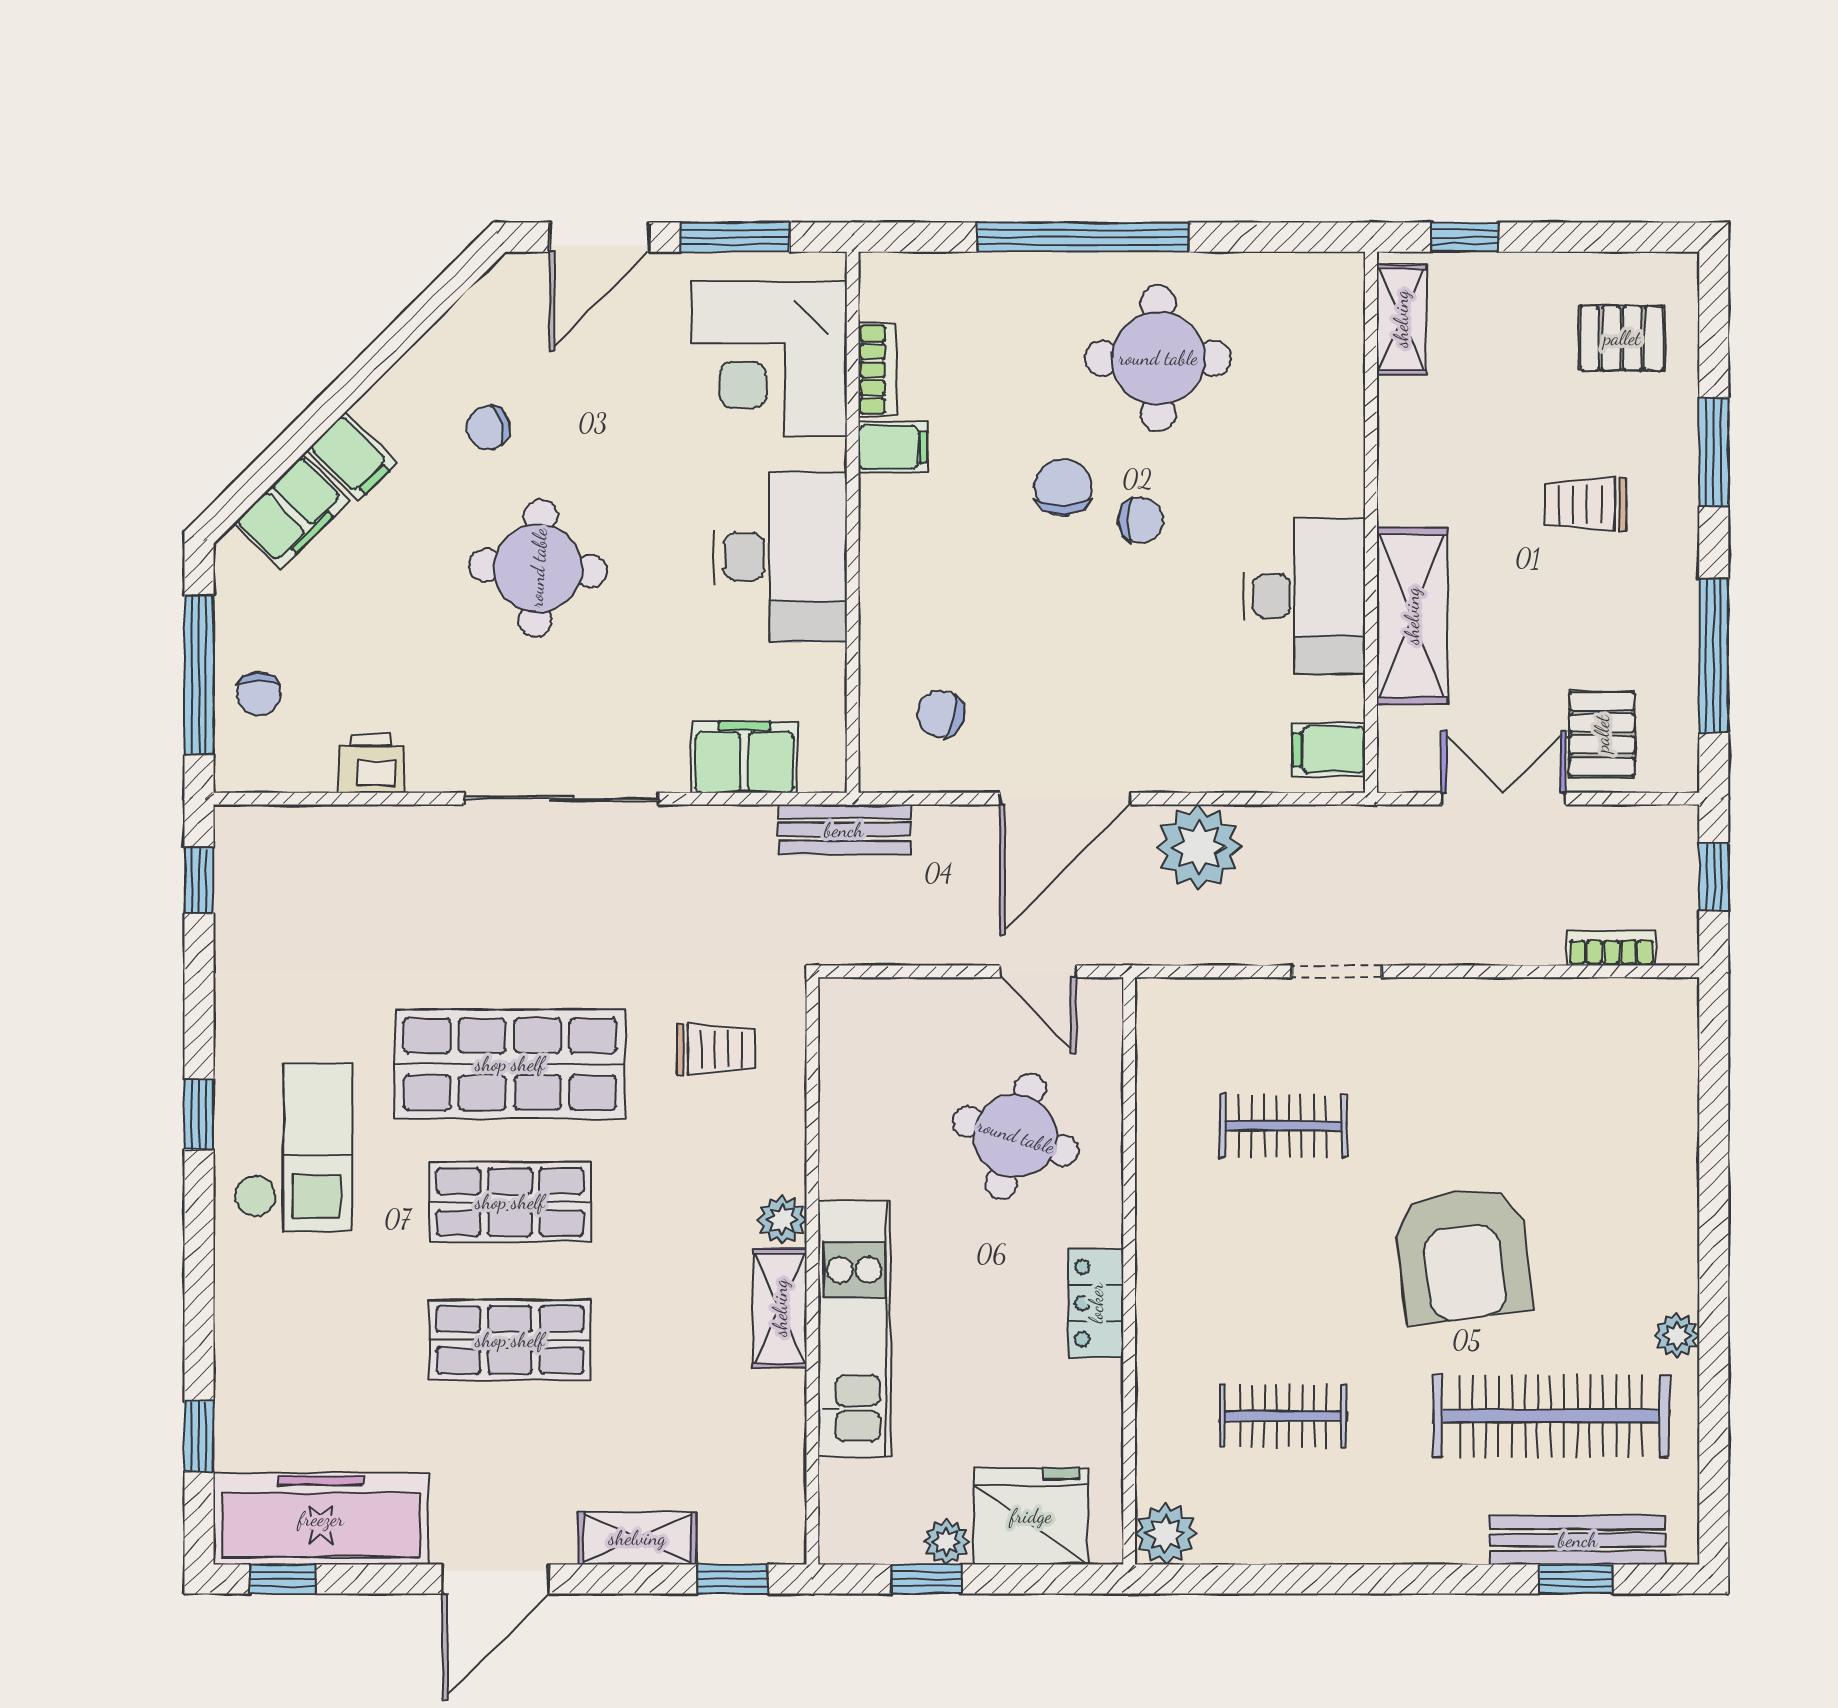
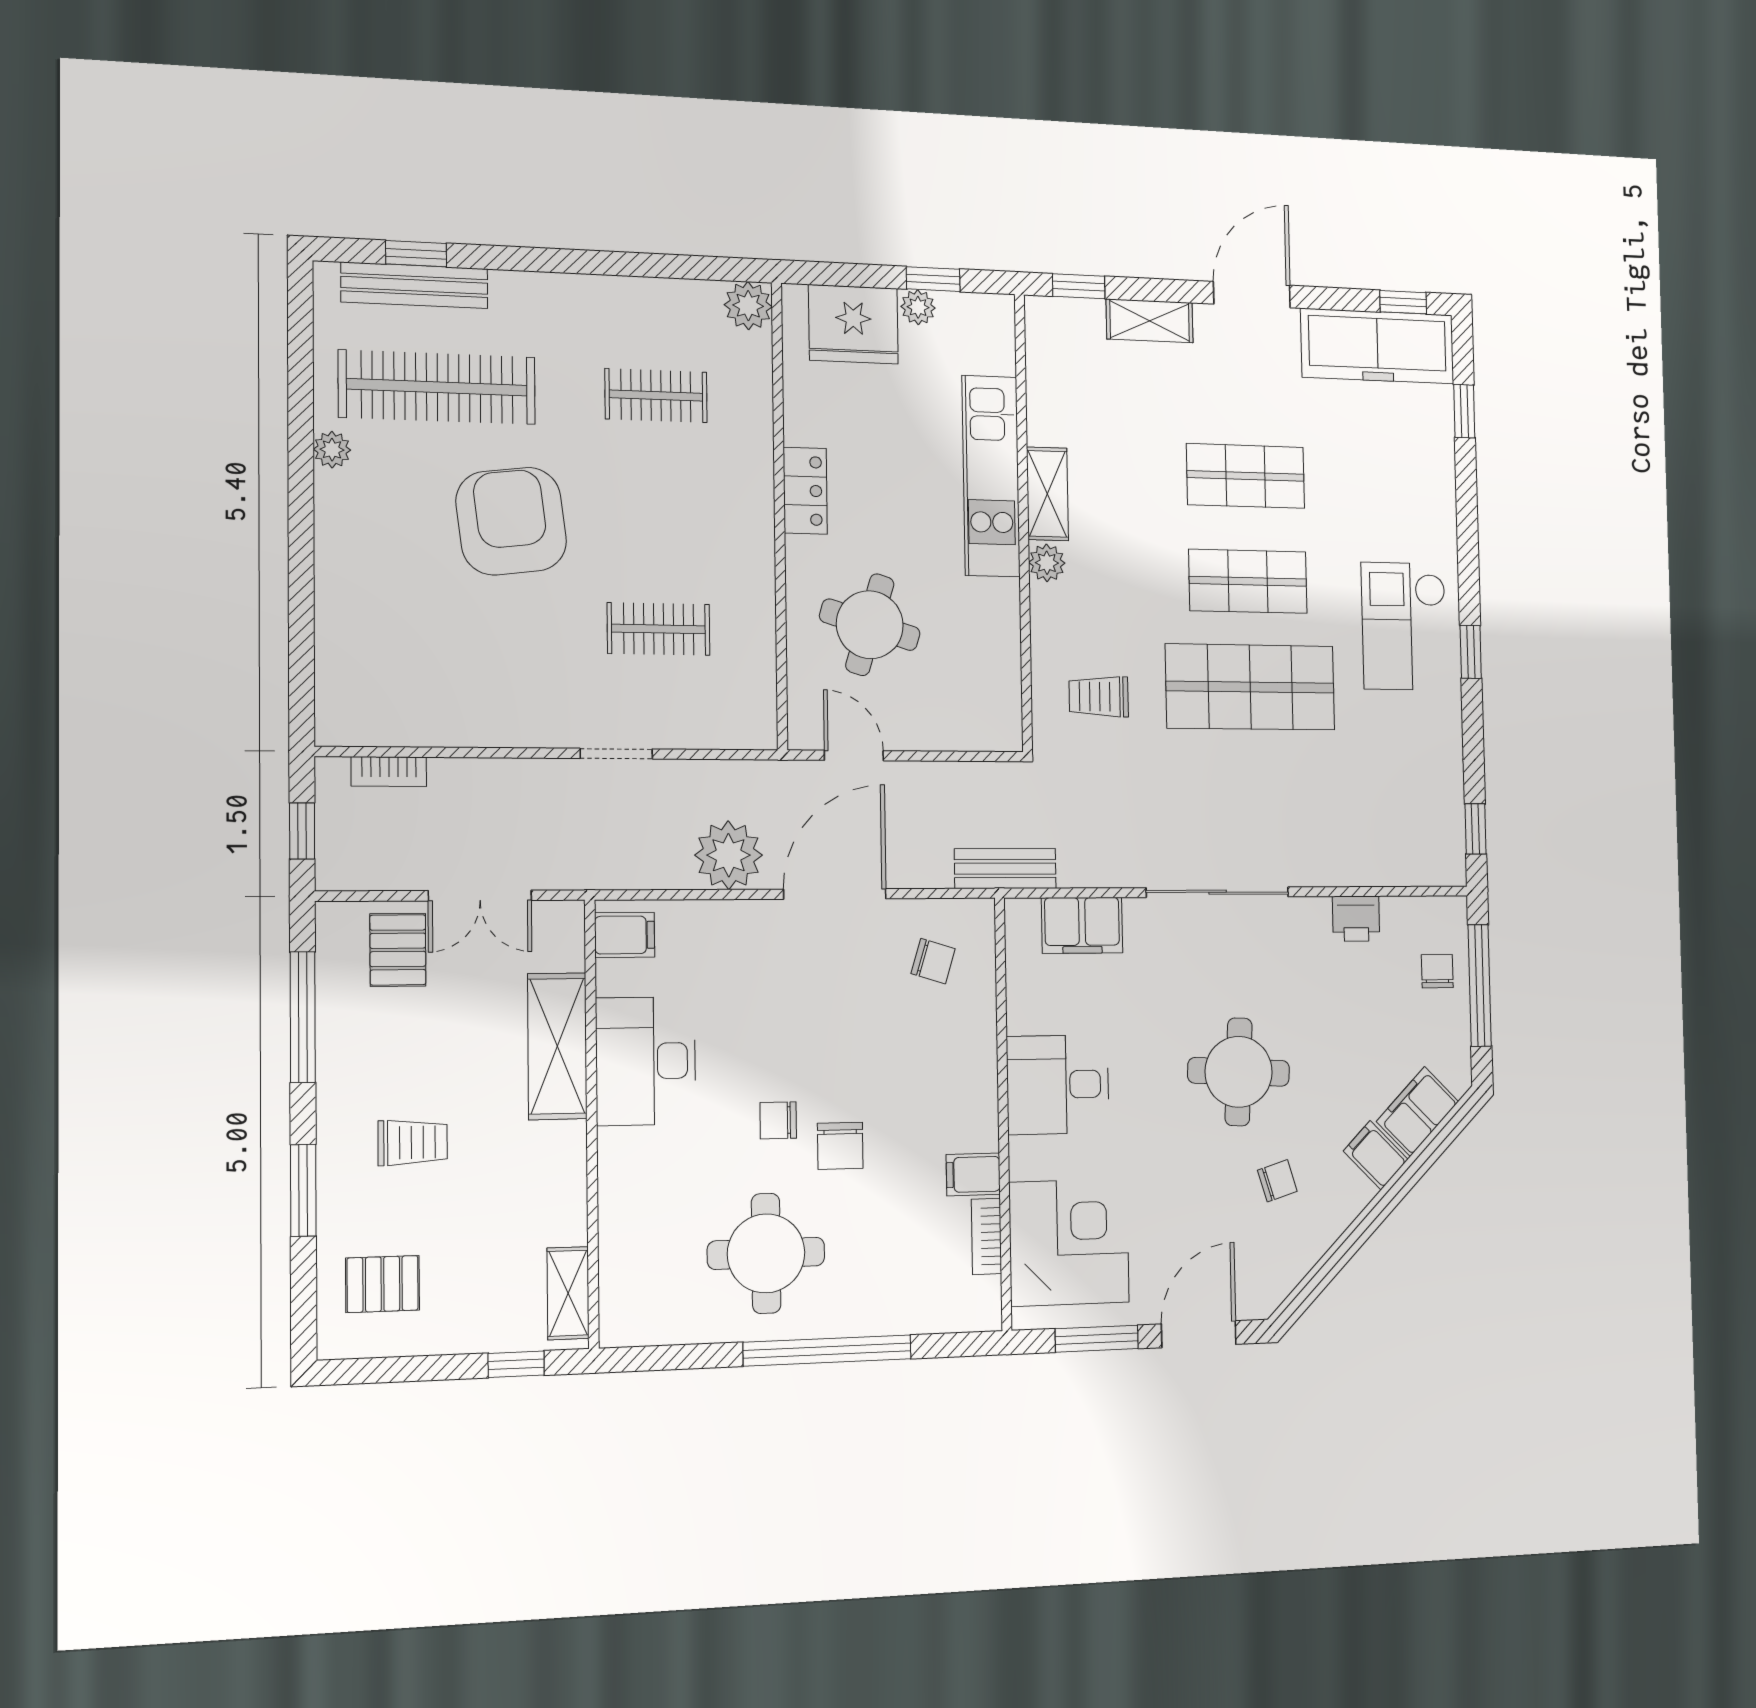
desk: (780, 557) -> (1058, 1085), width x0.73

